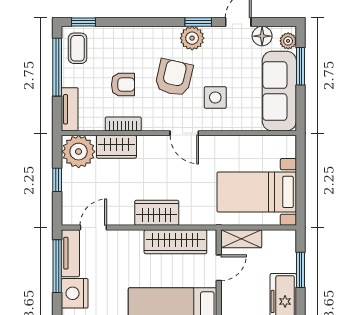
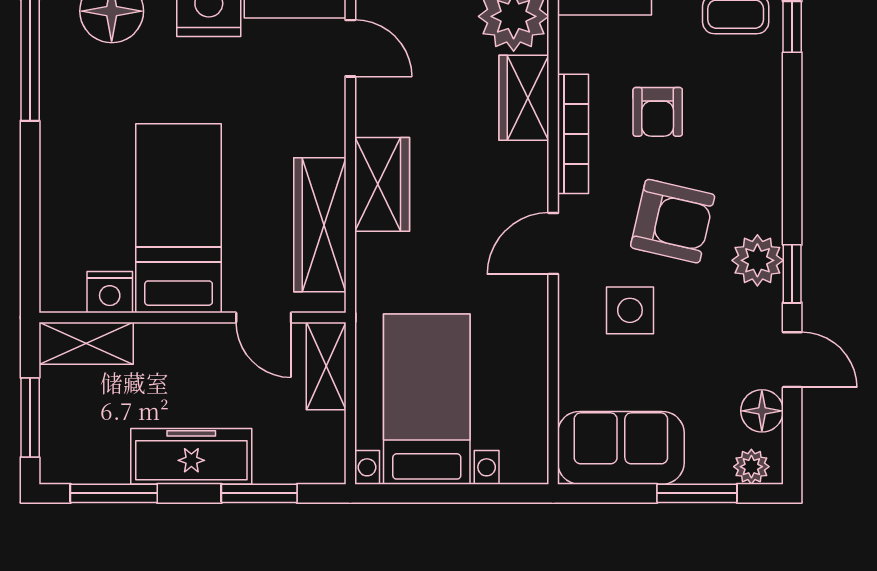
sofa: (279, 91) -> (621, 448), width x0.73
bookcase: (123, 124) -> (573, 134), width x1.56

